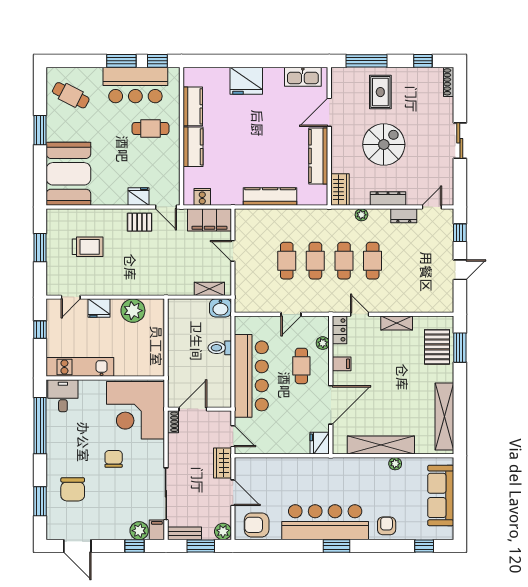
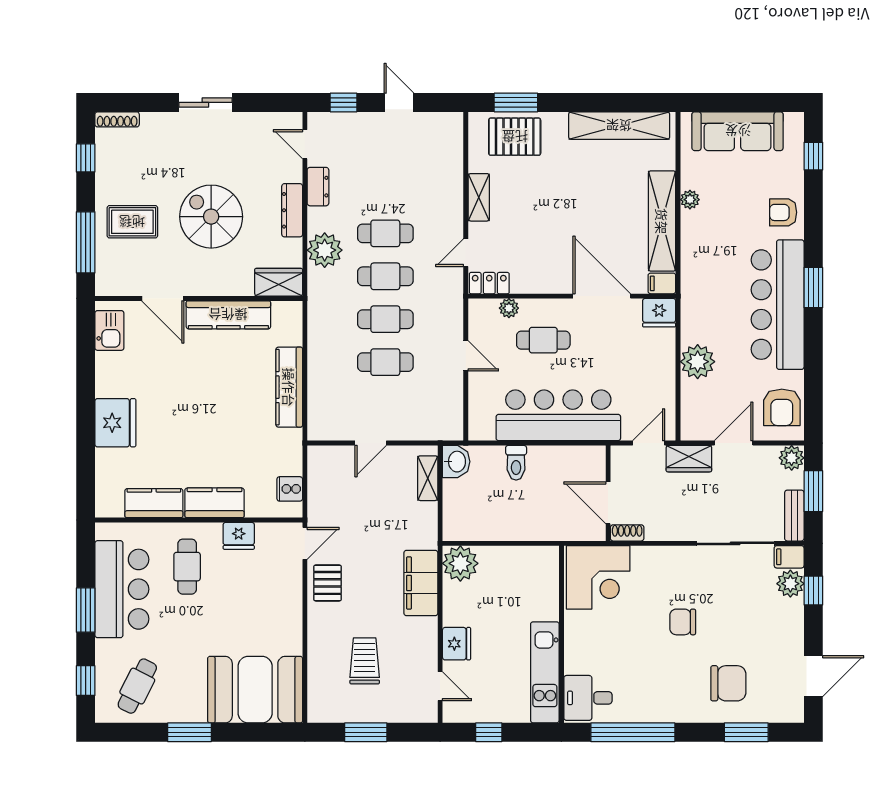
window: (157, 61) -> (86, 681), moved
kitchen sink: (303, 77) -> (109, 330), width x0.73
fridge: (139, 196) -> (239, 536), moved, turned -90
plant: (361, 215) -> (325, 250), width x1.87, depth x1.87
filing cabinet: (209, 220) -> (421, 583), moved, turned 180
plant: (133, 311) -> (460, 563), moved
filing cabinet: (342, 364) -> (662, 283), moved, turned -90
corner desk: (136, 410) -> (598, 577), width x0.74, depth x0.74
plant: (287, 469) -> (698, 362), added

